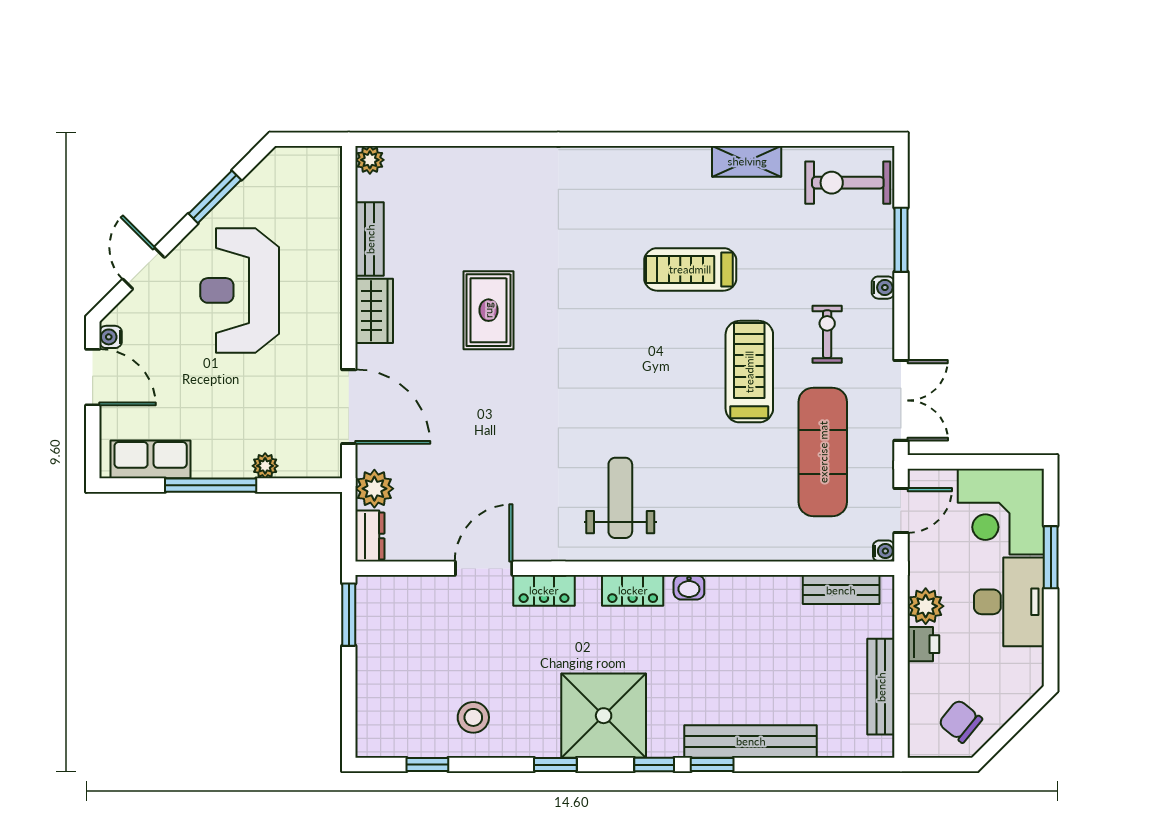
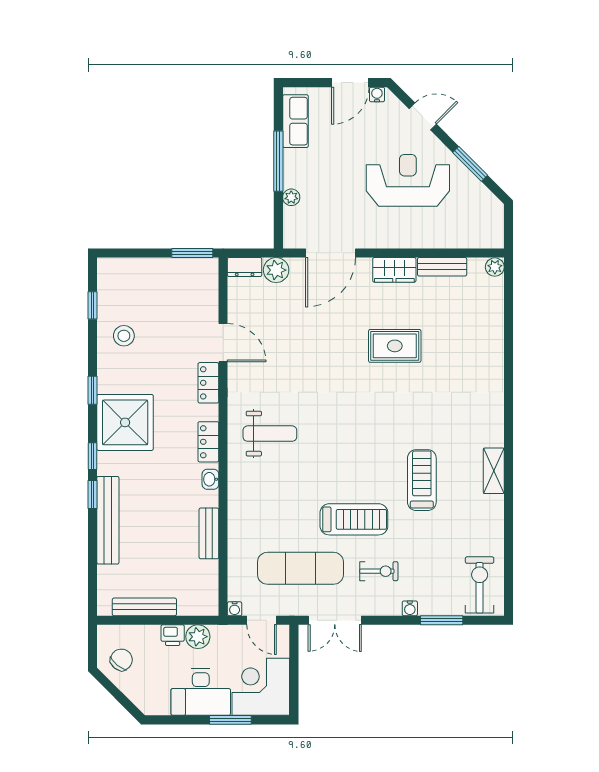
shelving: (747, 161) -> (494, 471), moved
bench: (841, 590) -> (209, 533), moved

